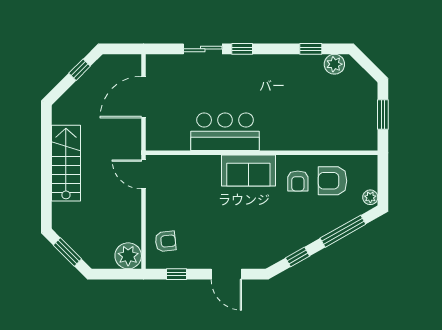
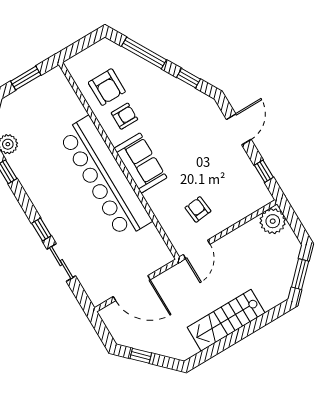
bar counter: (225, 132) -> (105, 177), width x1.86
plant: (370, 197) -> (102, 47), removed
armchair: (165, 241) -> (198, 209), moved

